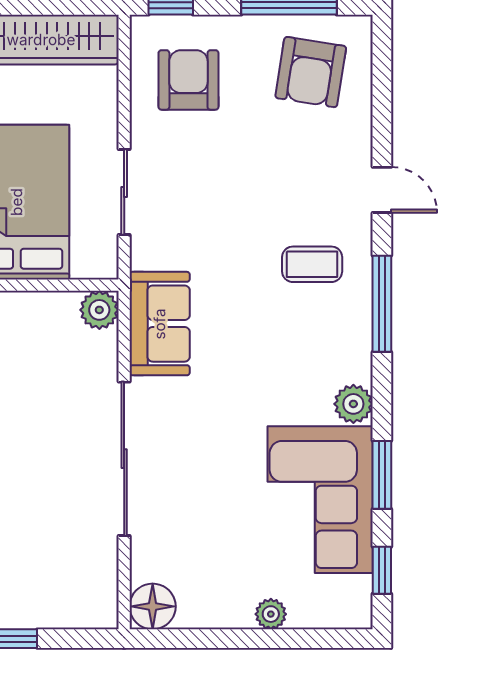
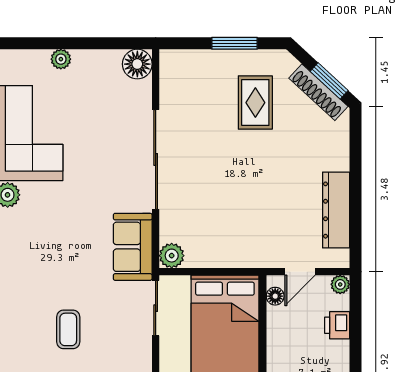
sliding door: (124, 192) -> (156, 308), moved
coffee table: (312, 264) -> (68, 329), moved, turned 90

